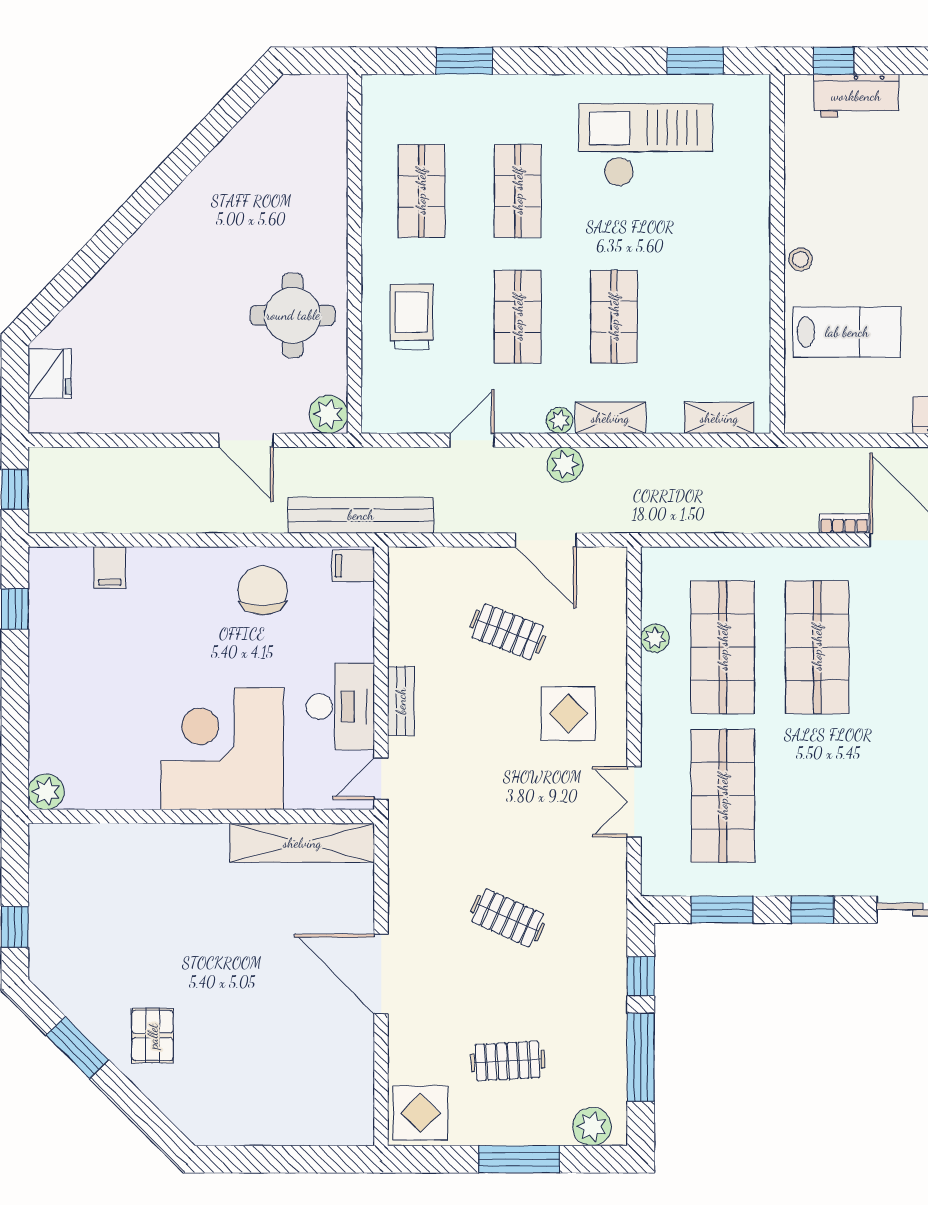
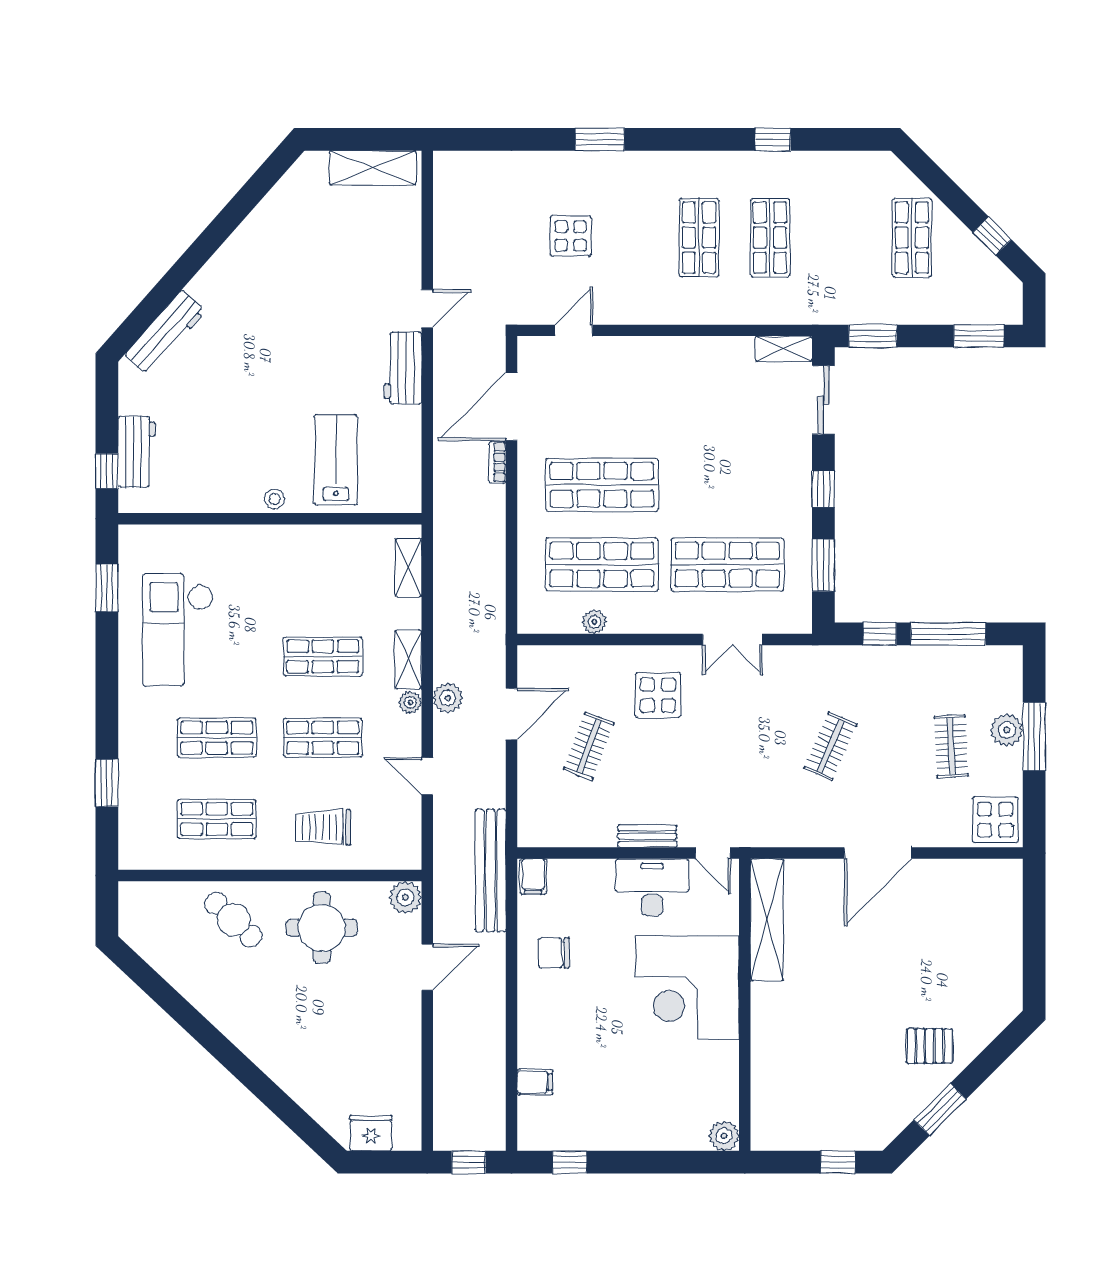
cafe table: (302, 211) -> (234, 920), added
chair: (263, 590) -> (554, 953), width x0.73, depth x0.73
plant: (592, 1127) -> (1007, 730), moved

